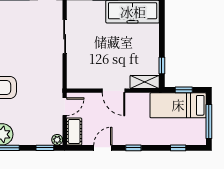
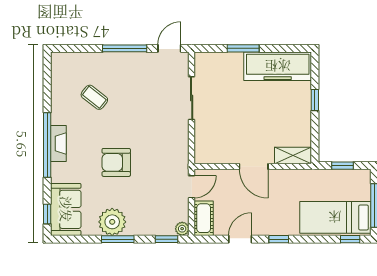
window: (162, 66) -> (315, 100), moved
bed: (178, 105) -> (335, 217), moved
window: (178, 148) -> (350, 239), moved

